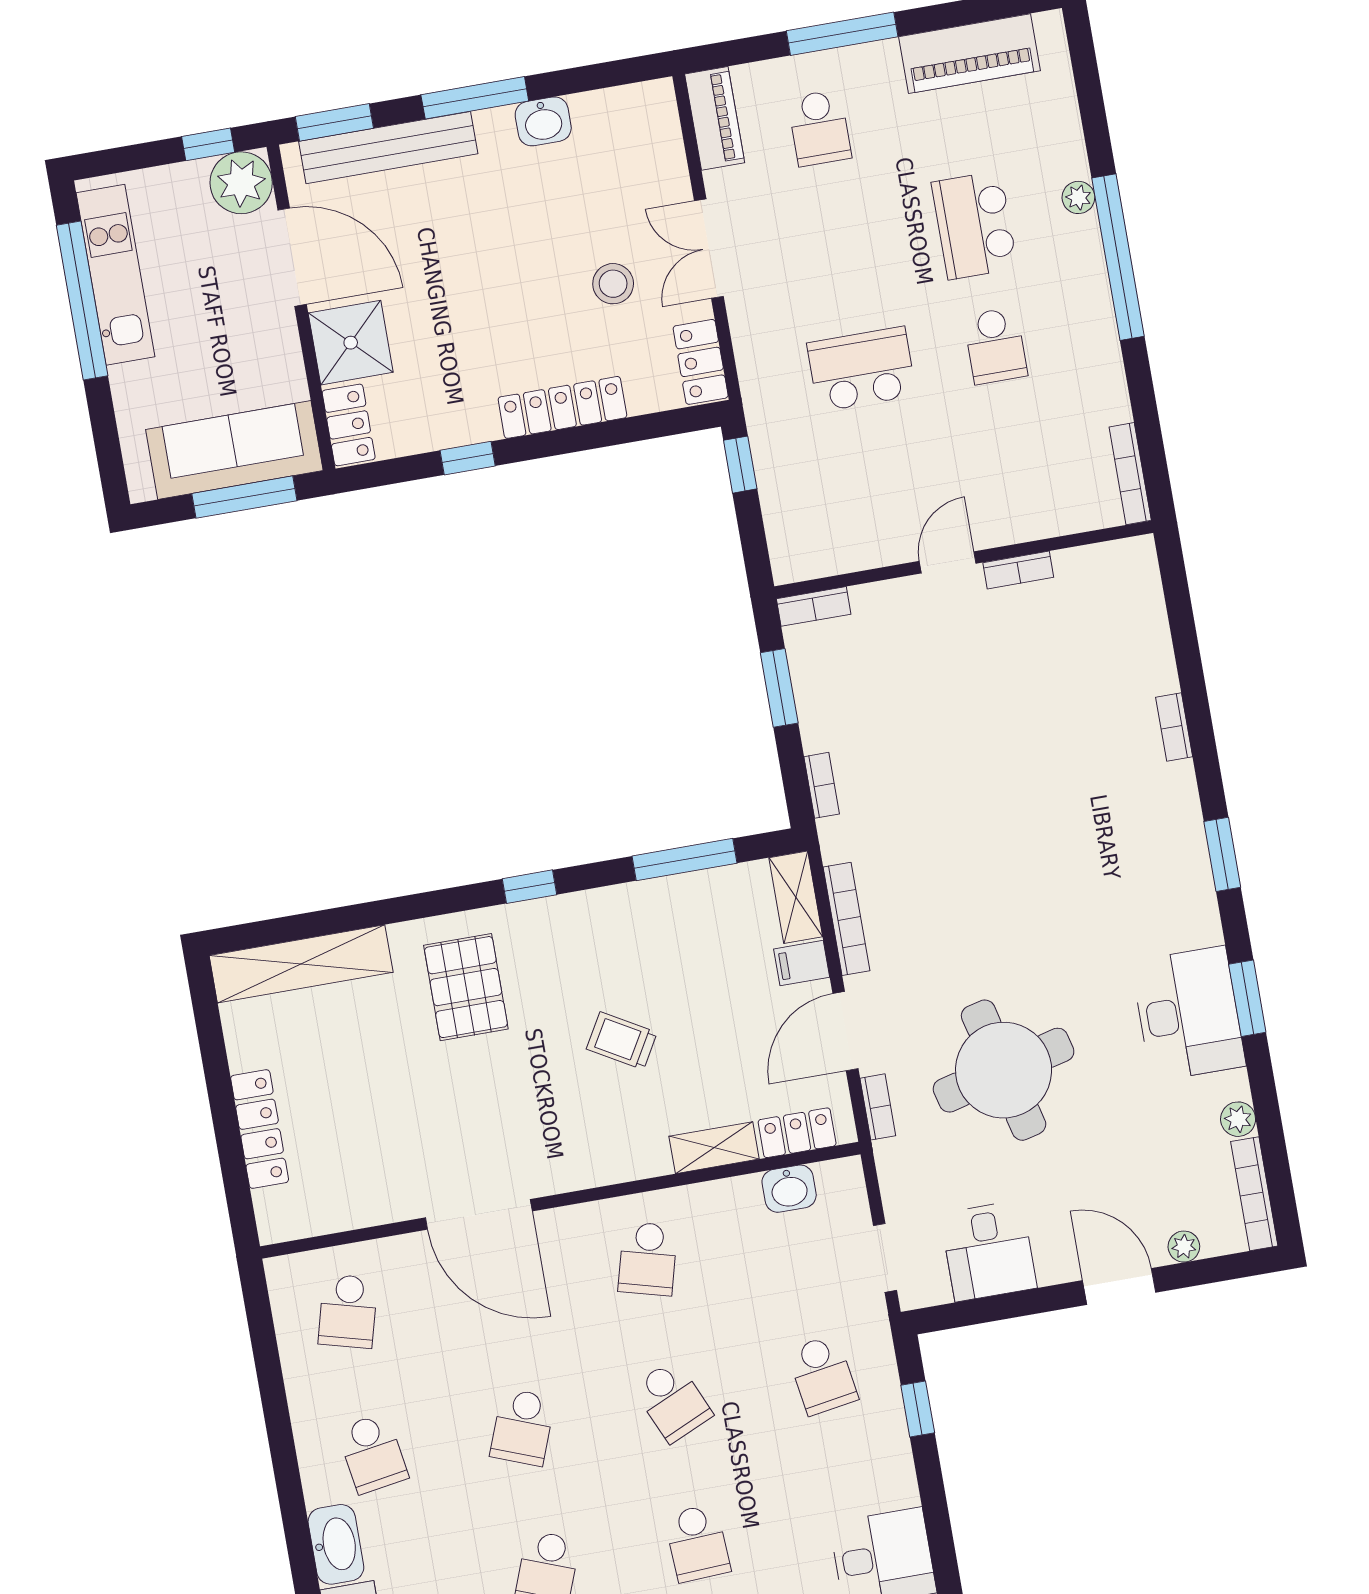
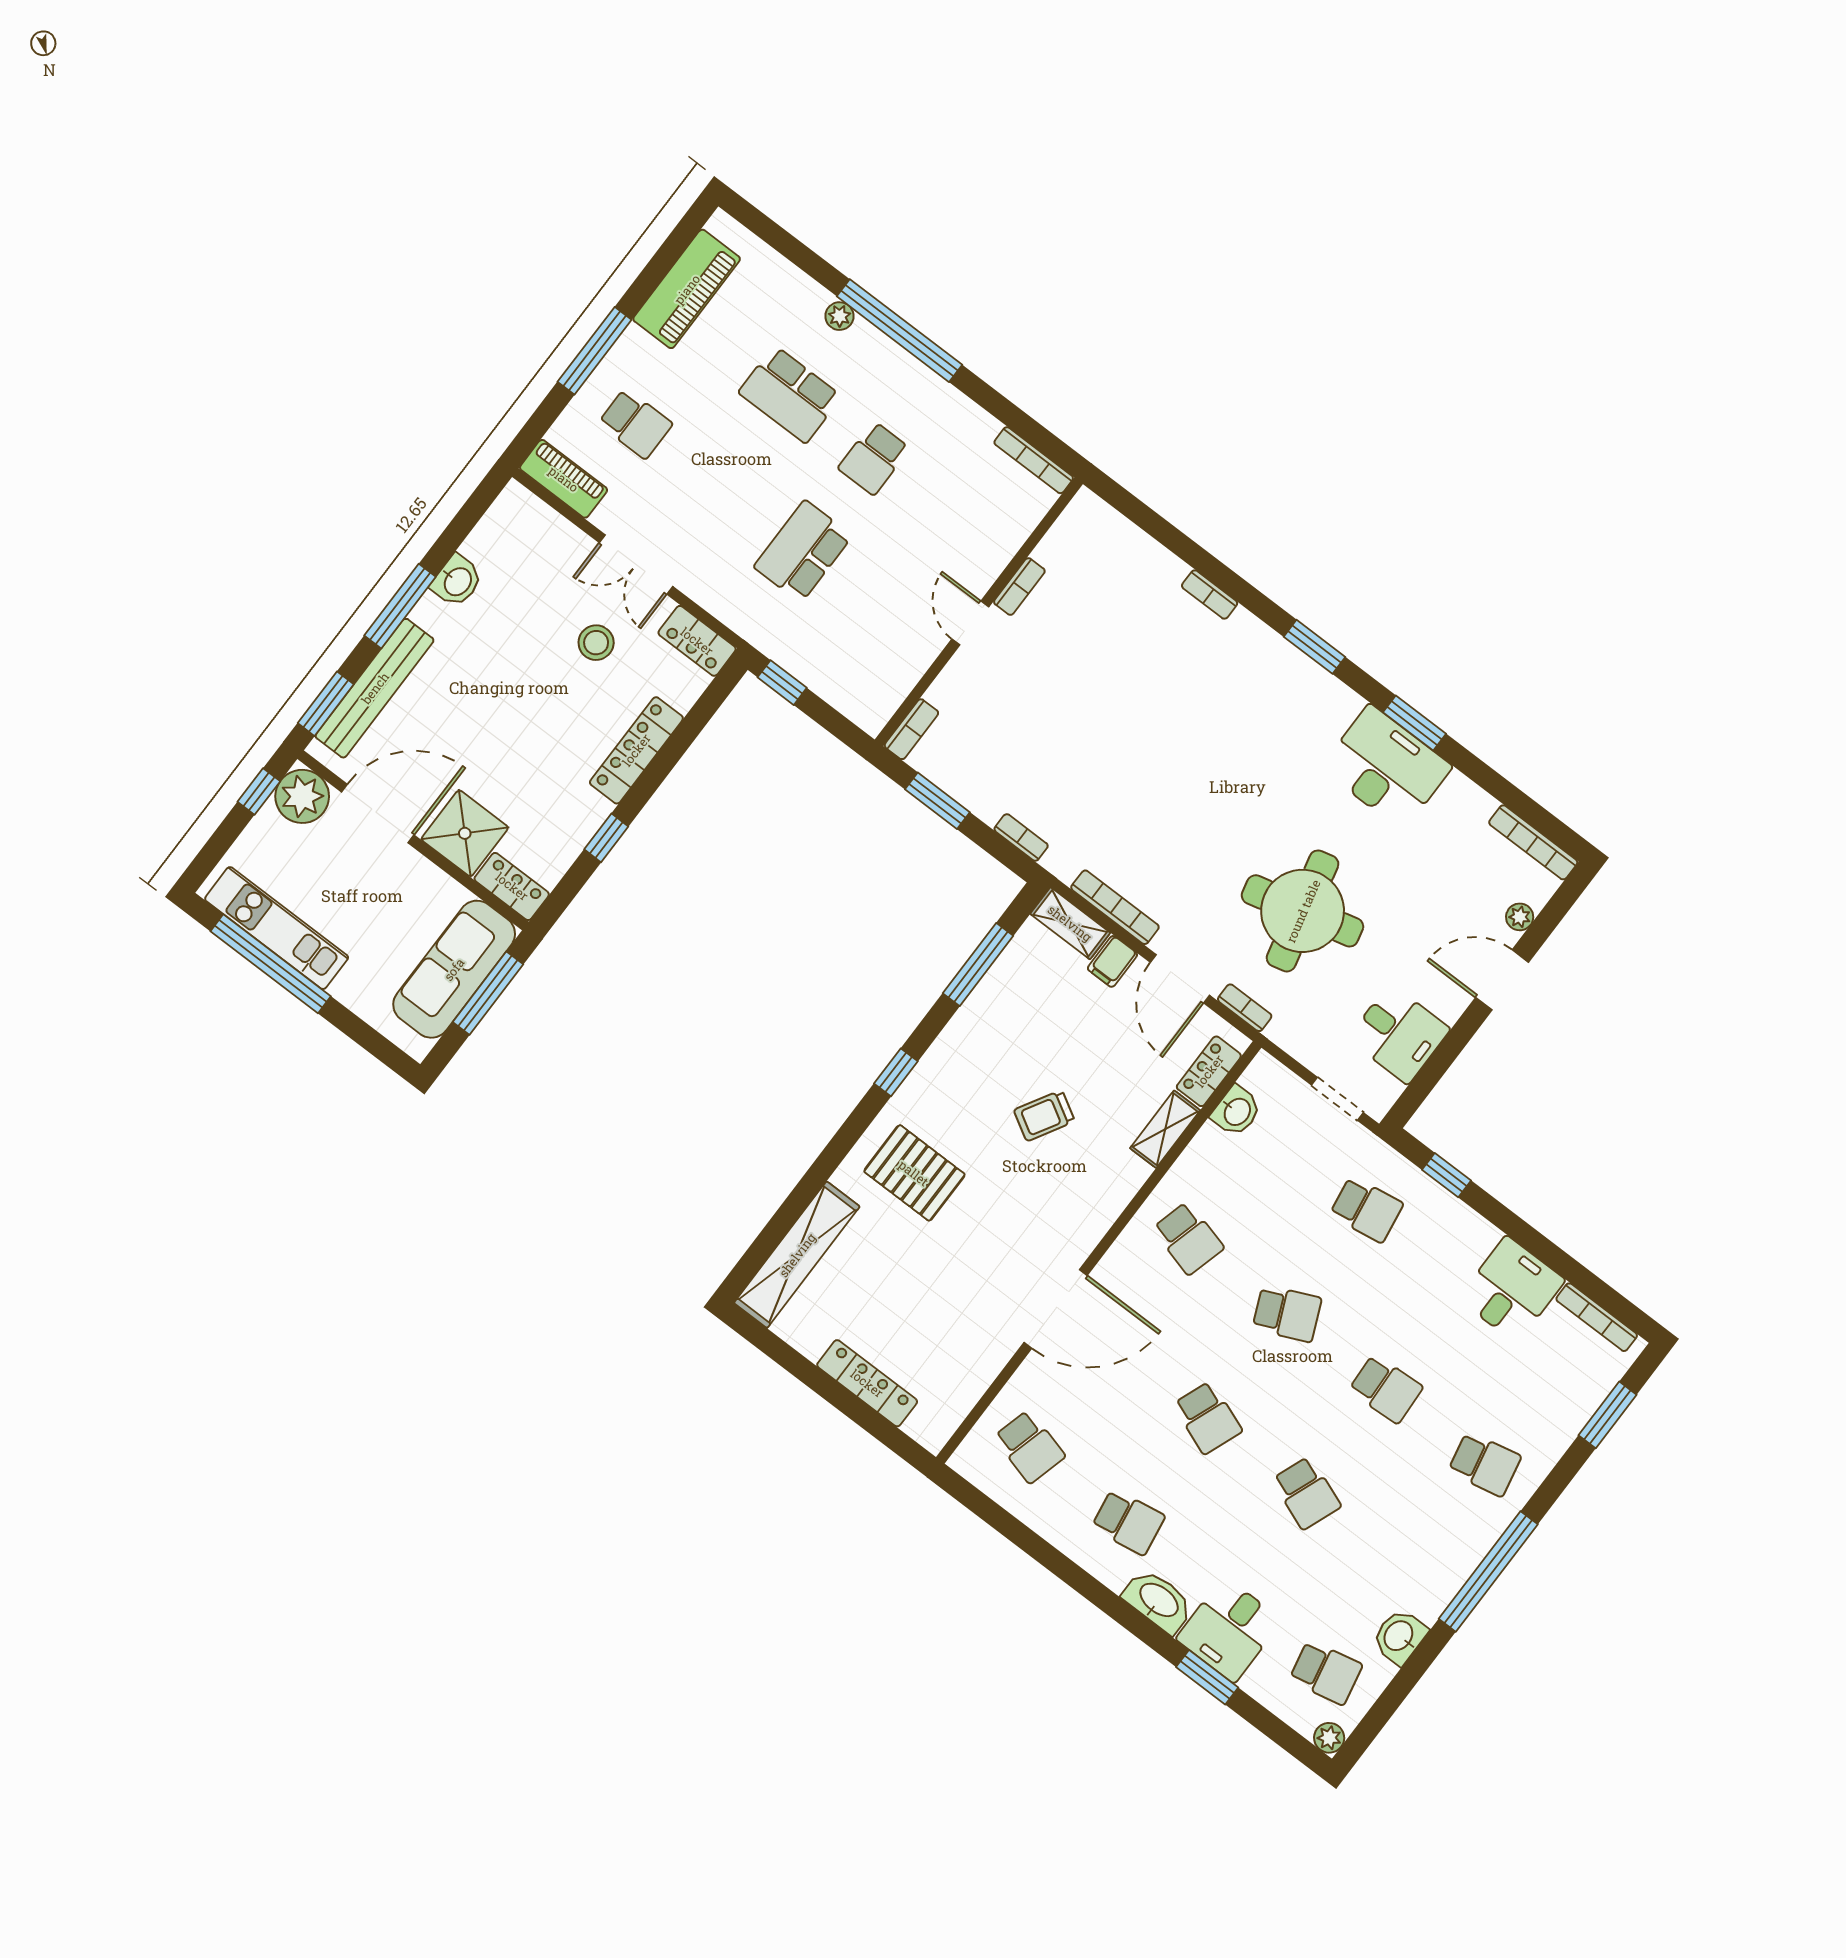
school desk: (995, 346) -> (874, 458), turned 90
plant: (1238, 1119) -> (1479, 805), removed

